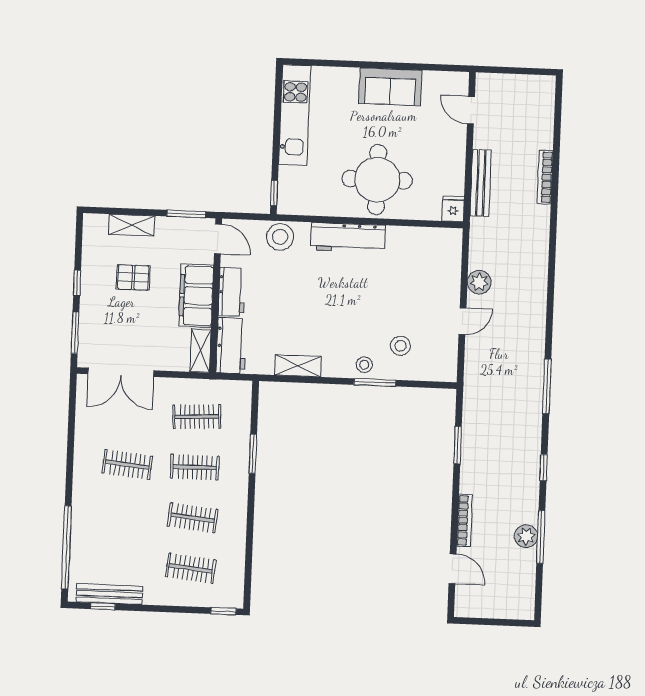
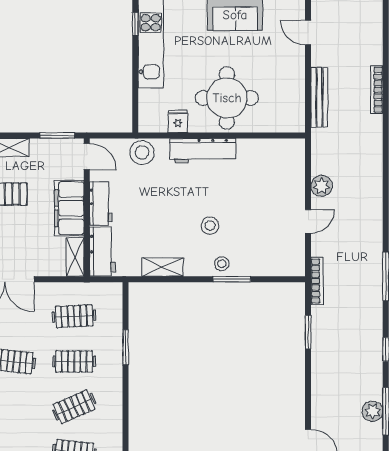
window: (274, 193) -> (135, 24), moved
fridge: (453, 209) -> (178, 121), moved
stool: (400, 346) -> (210, 226), moved
clothes rail: (193, 518) -> (74, 407), turned -30
bookcase: (464, 521) -> (317, 281), moved

